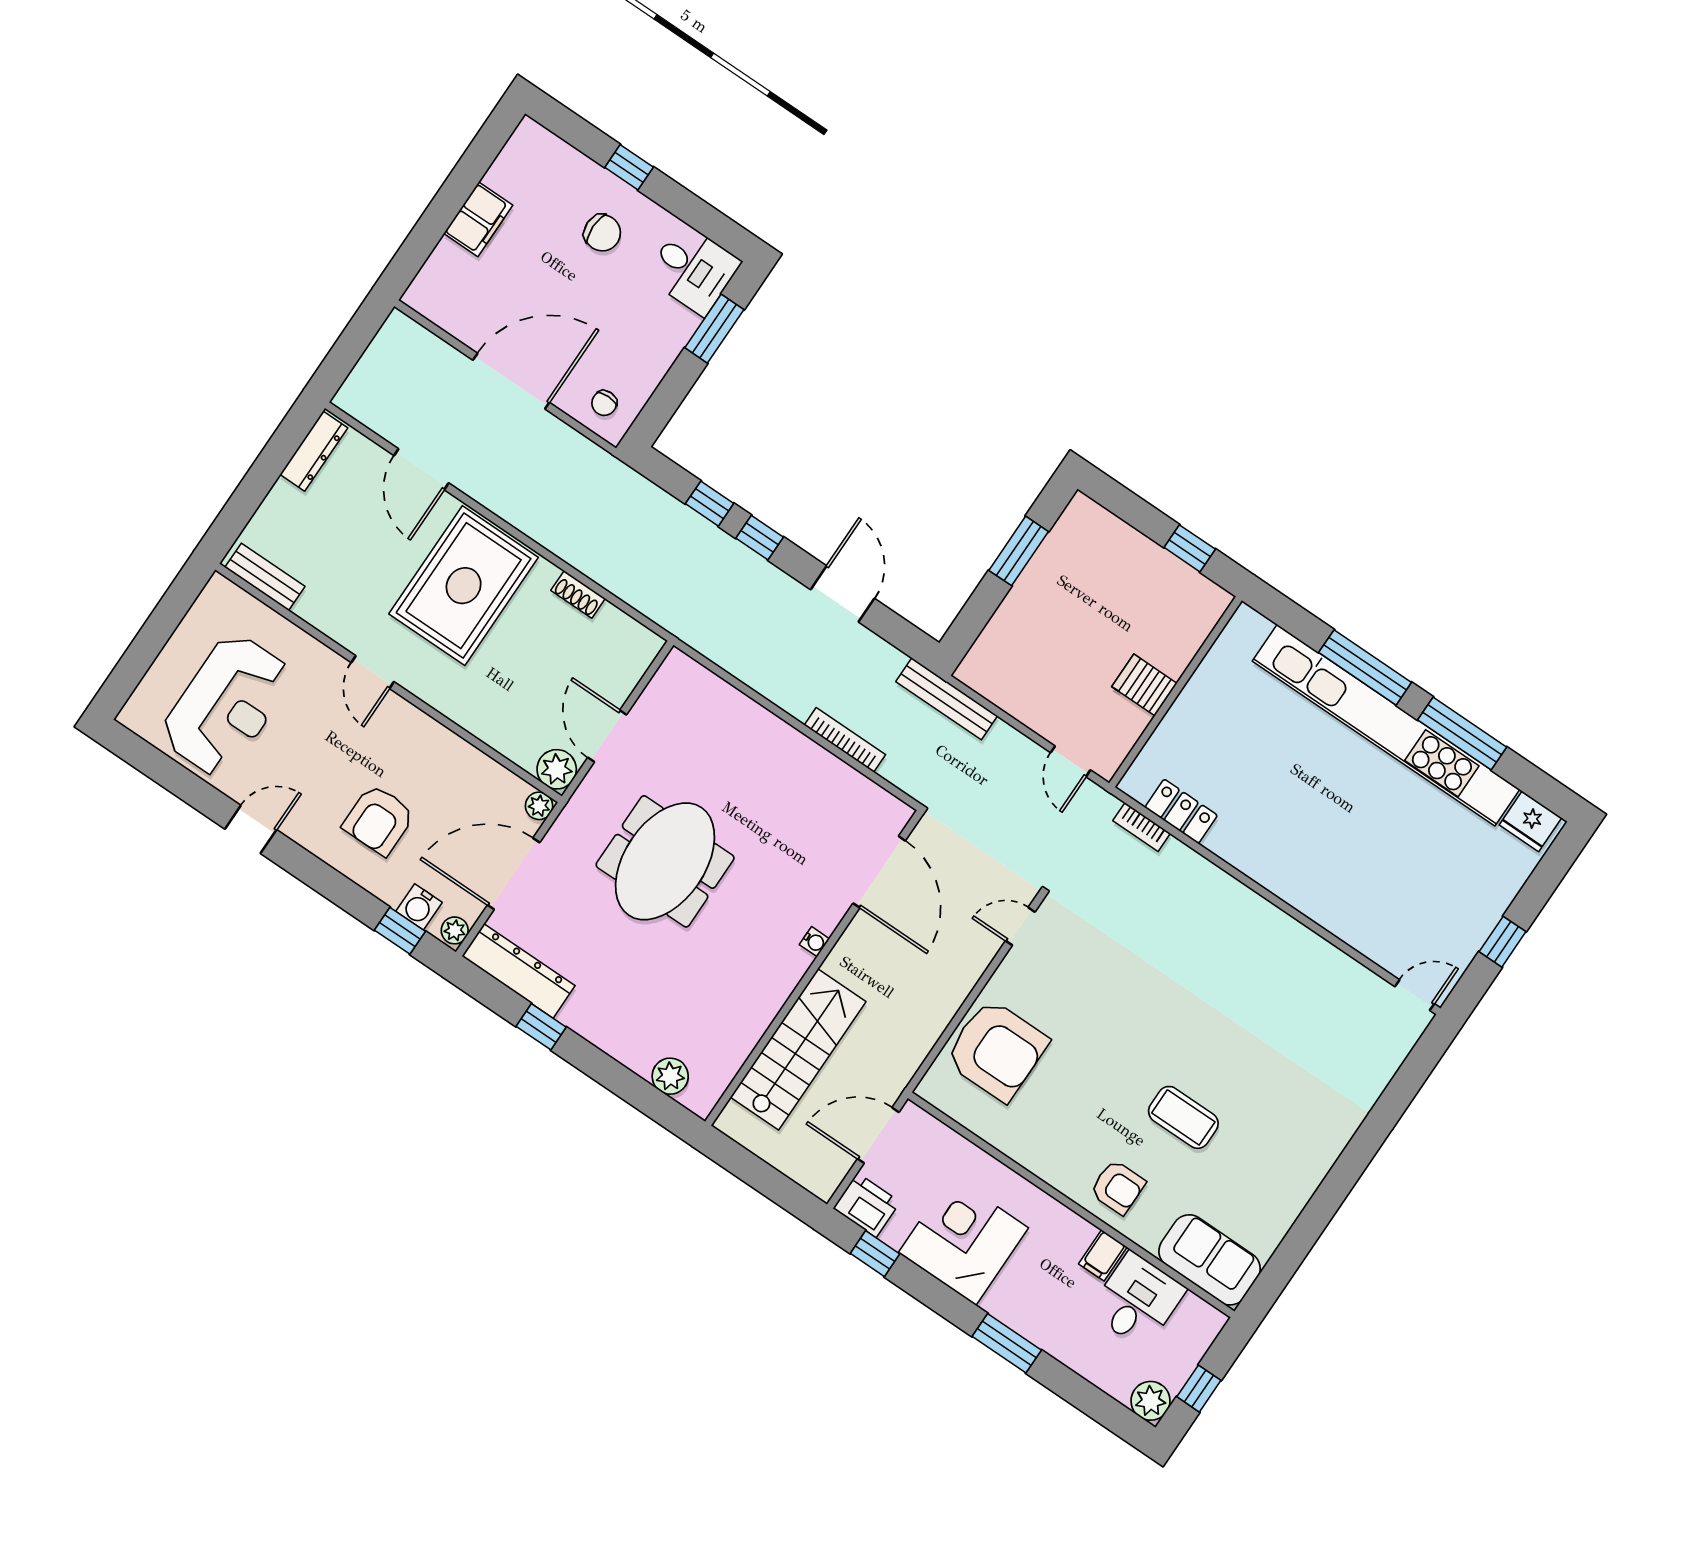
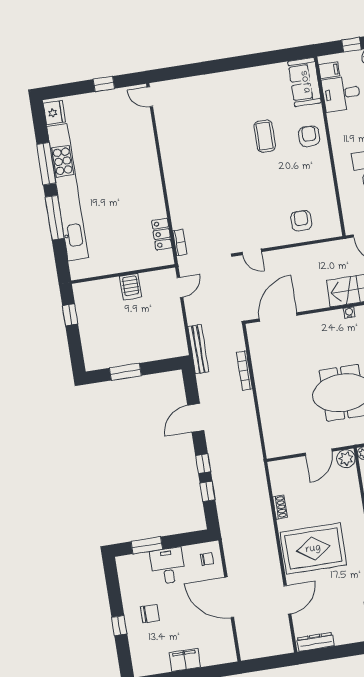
chair: (602, 233) -> (150, 614), turned 90
desk: (693, 269) -> (168, 566), moved
water cooler: (814, 942) -> (349, 313), moved
armchair: (997, 1050) -> (301, 221), width x0.53, depth x0.53
filing cabinet: (1103, 1255) -> (329, 70), moved

